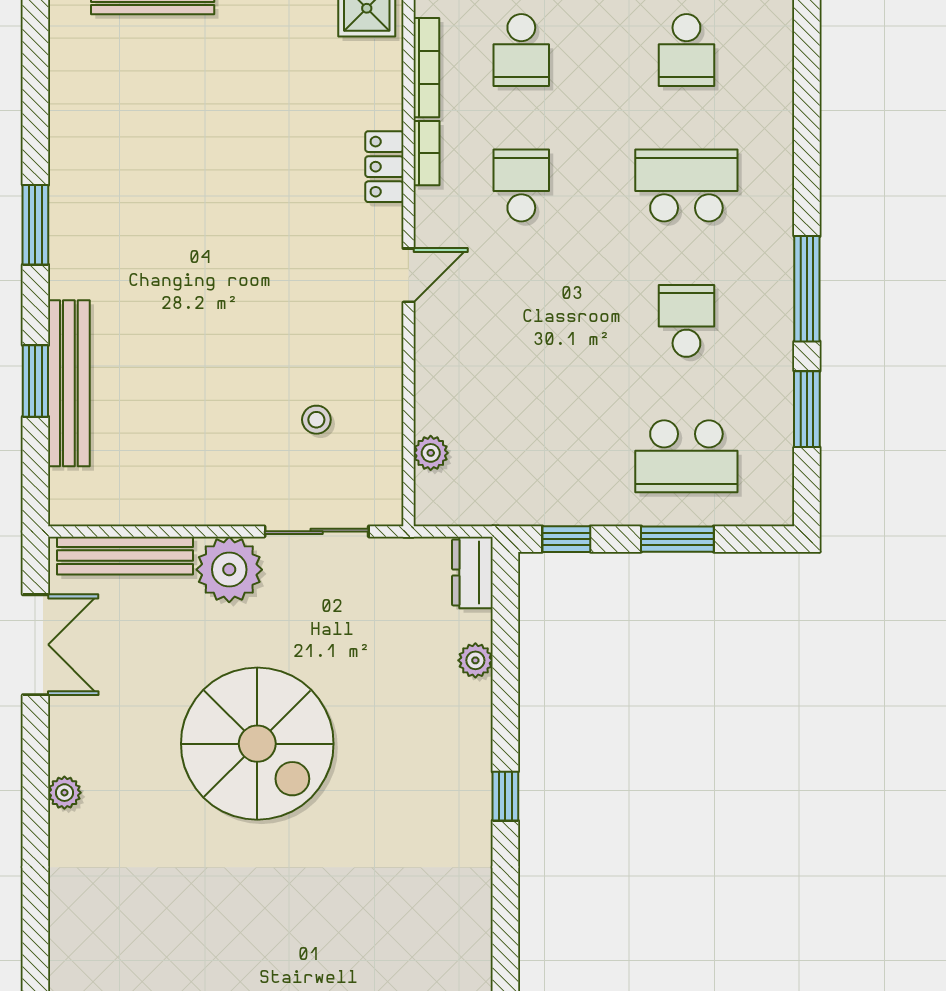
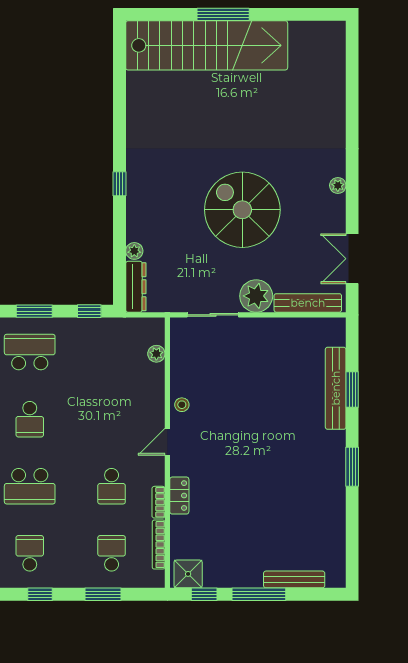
stool: (316, 420) -> (182, 405), moved
dresser: (472, 572) -> (136, 287), width x1.44

